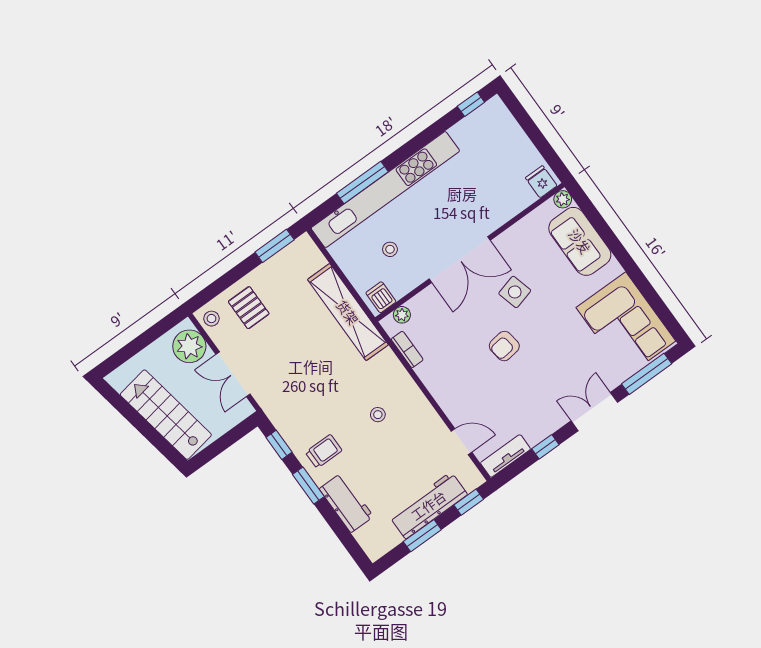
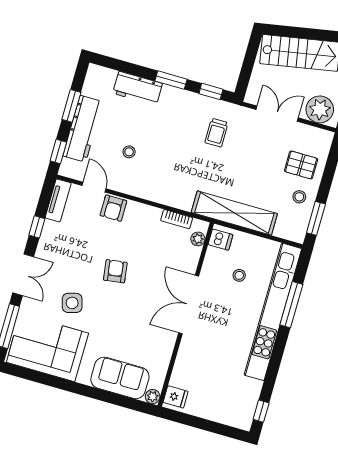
side table: (515, 292) -> (72, 303), moved
stool: (211, 319) -> (299, 197), moved
armchair: (459, 407) -> (113, 208), added
stool: (378, 415) -> (129, 152), moved
door: (461, 442) -> (94, 187), swing flipped
trolley: (324, 451) -> (216, 133), moved

